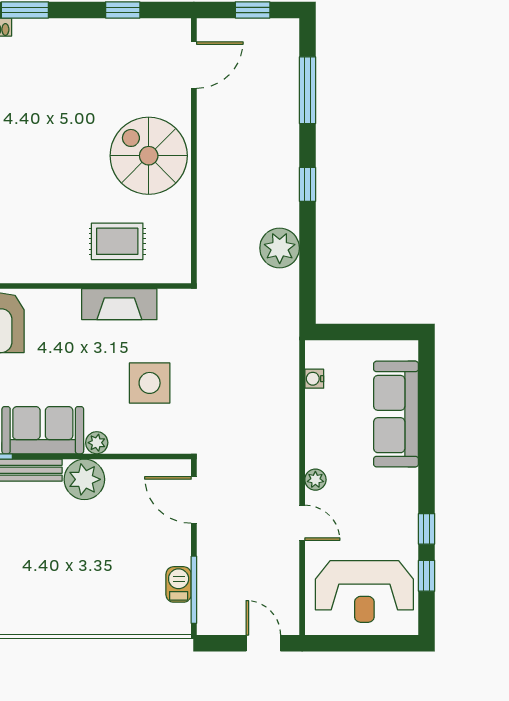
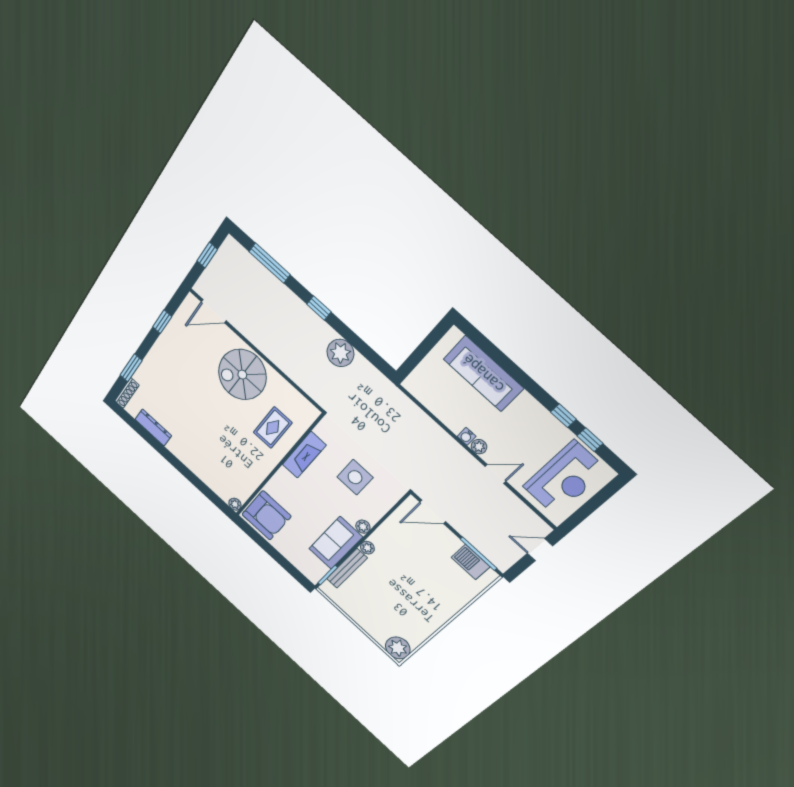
door: (194, 65) -> (214, 311), swing flipped
water cooler: (314, 379) -> (467, 436), moved
plant: (84, 479) -> (367, 548), width x0.53, depth x0.53
barbecue: (179, 584) -> (471, 562), width x1.38, depth x1.27

